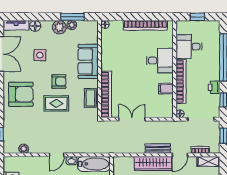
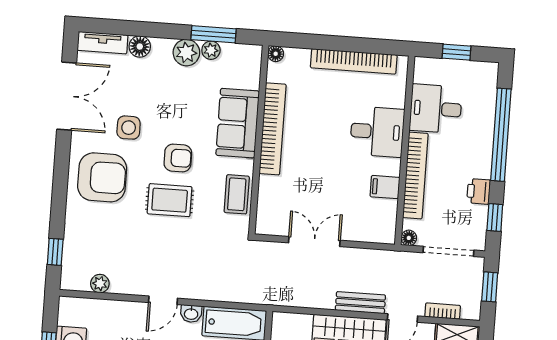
side table: (40, 55) -> (129, 128), moved
bookcase: (106, 94) -> (273, 129), moved

